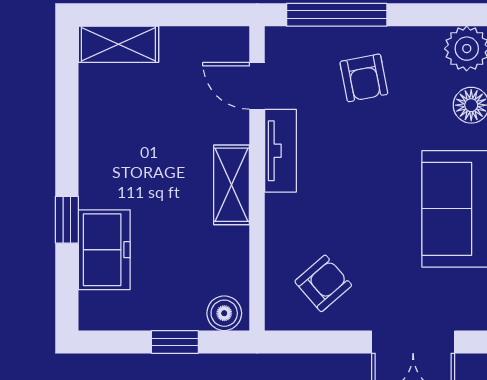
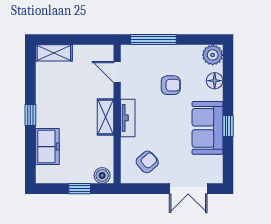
armchair: (364, 78) -> (171, 85), moved, turned -79
tv unit: (280, 151) -> (128, 118), moved
window: (67, 220) -> (30, 115), moved

